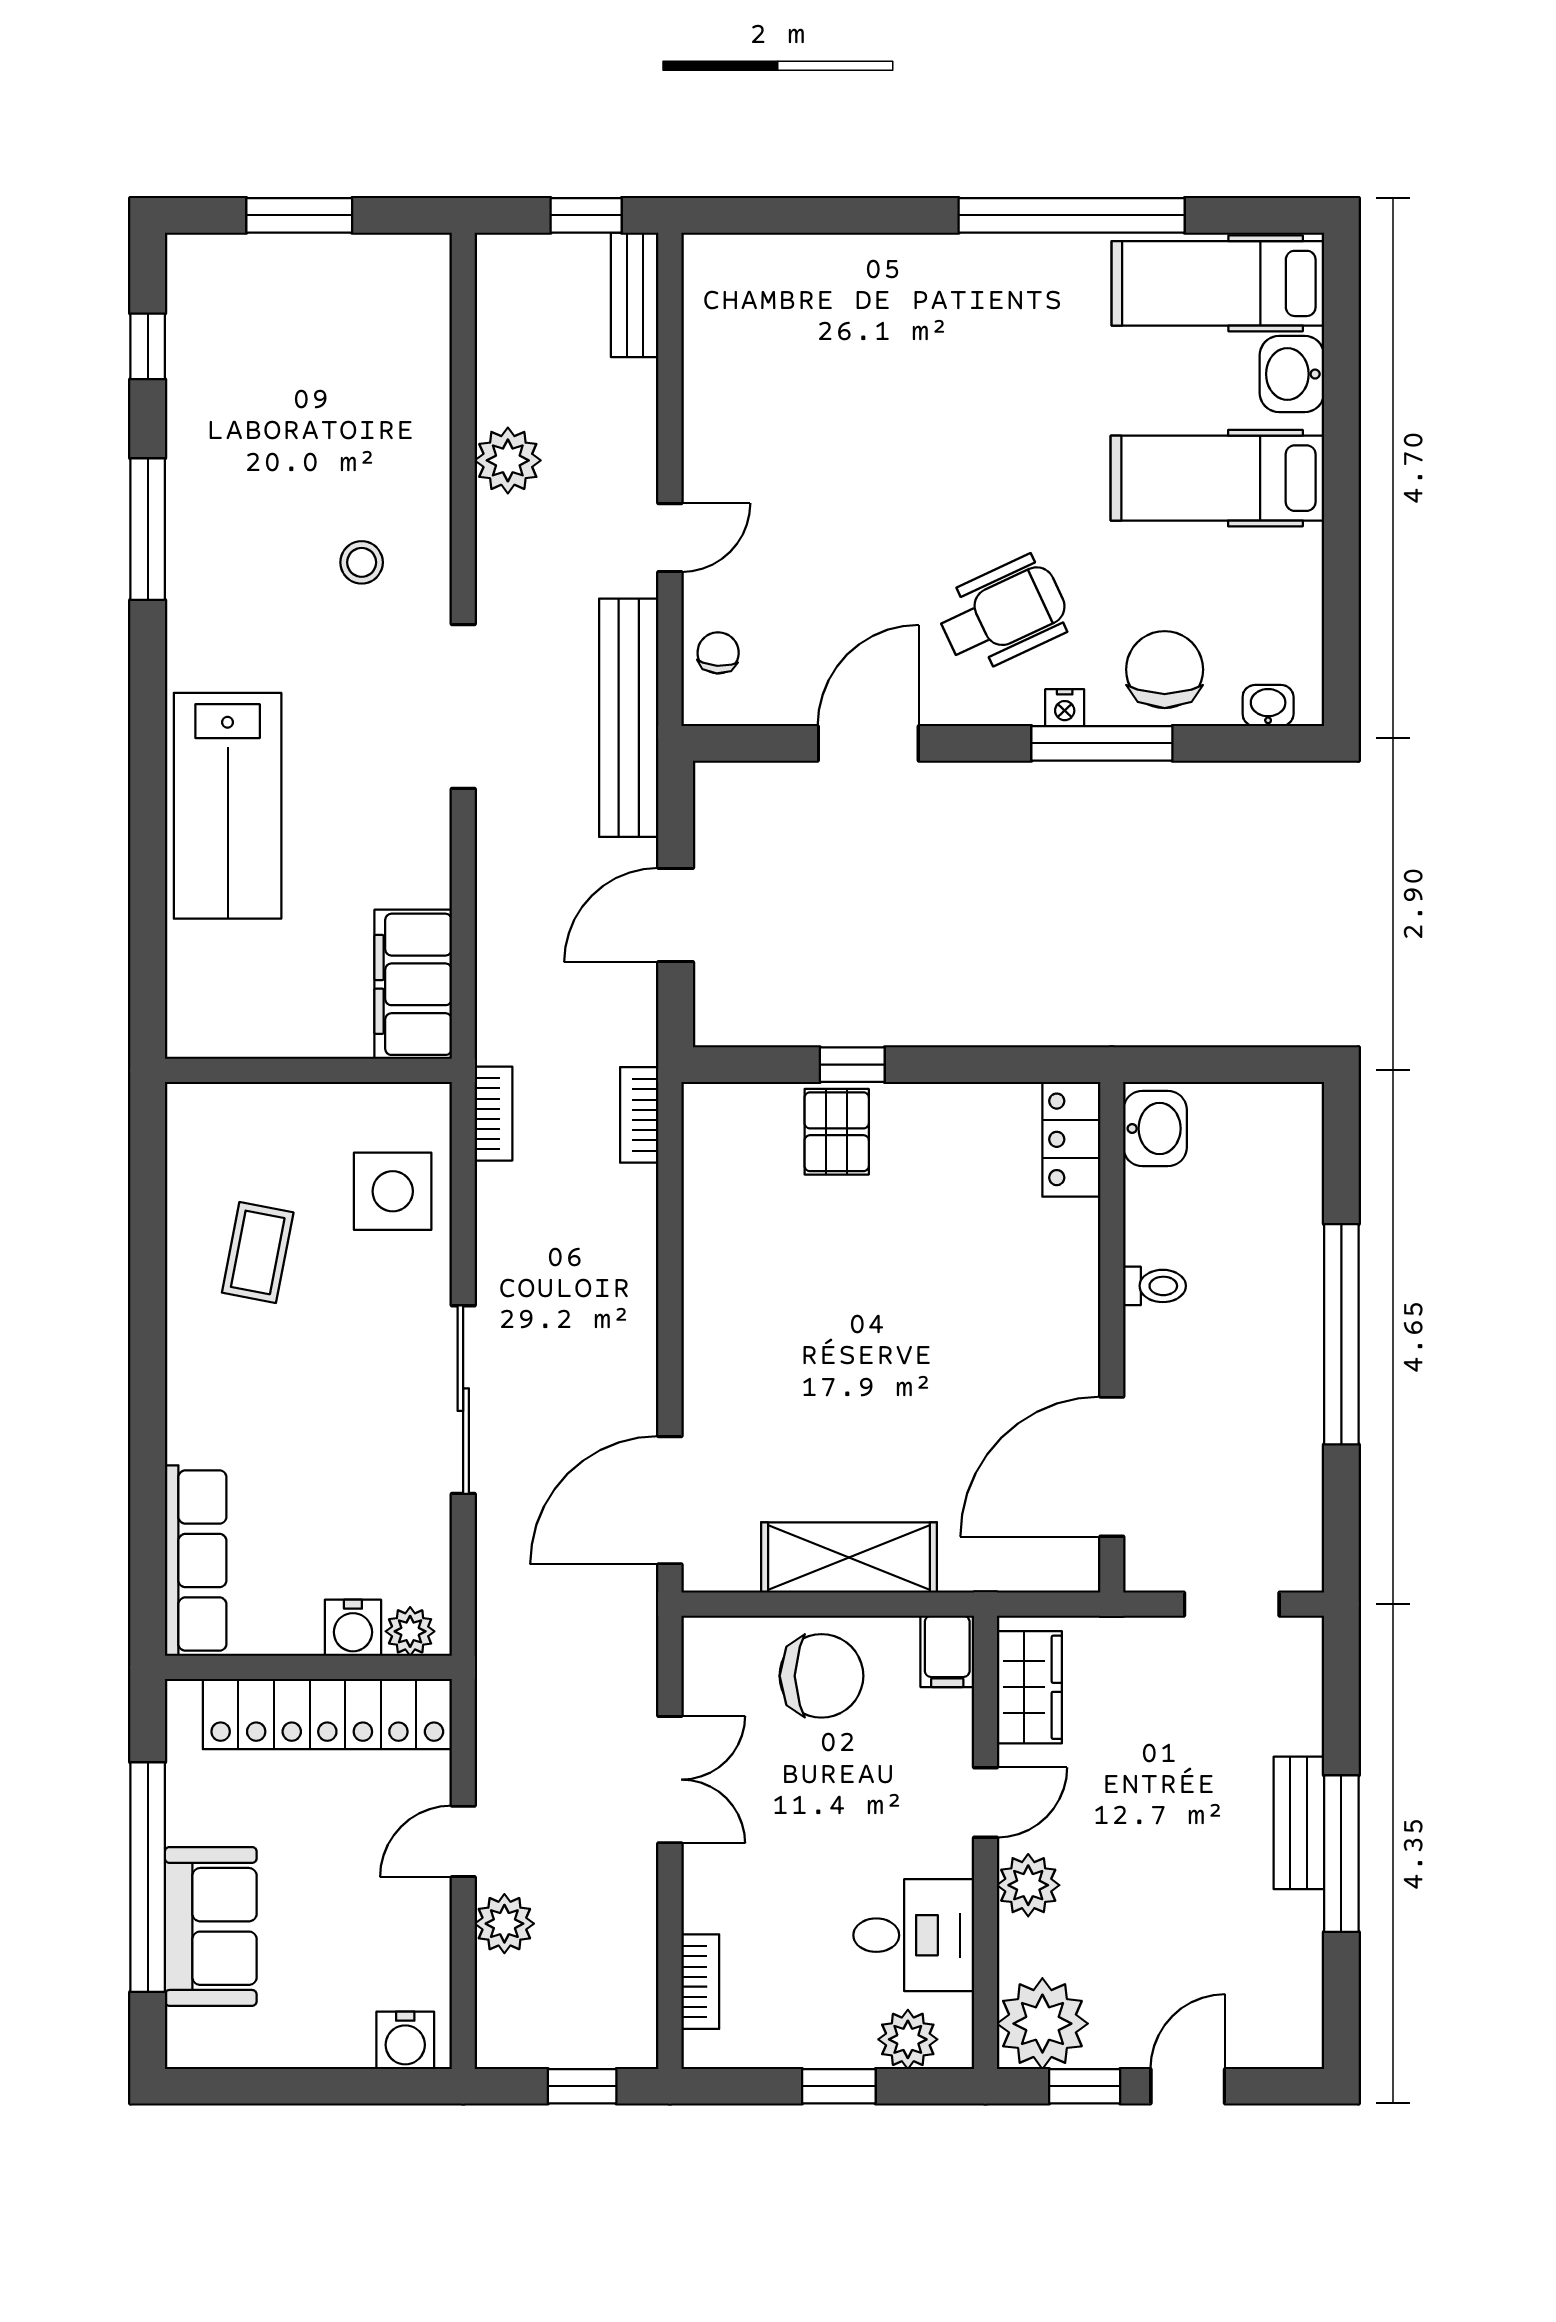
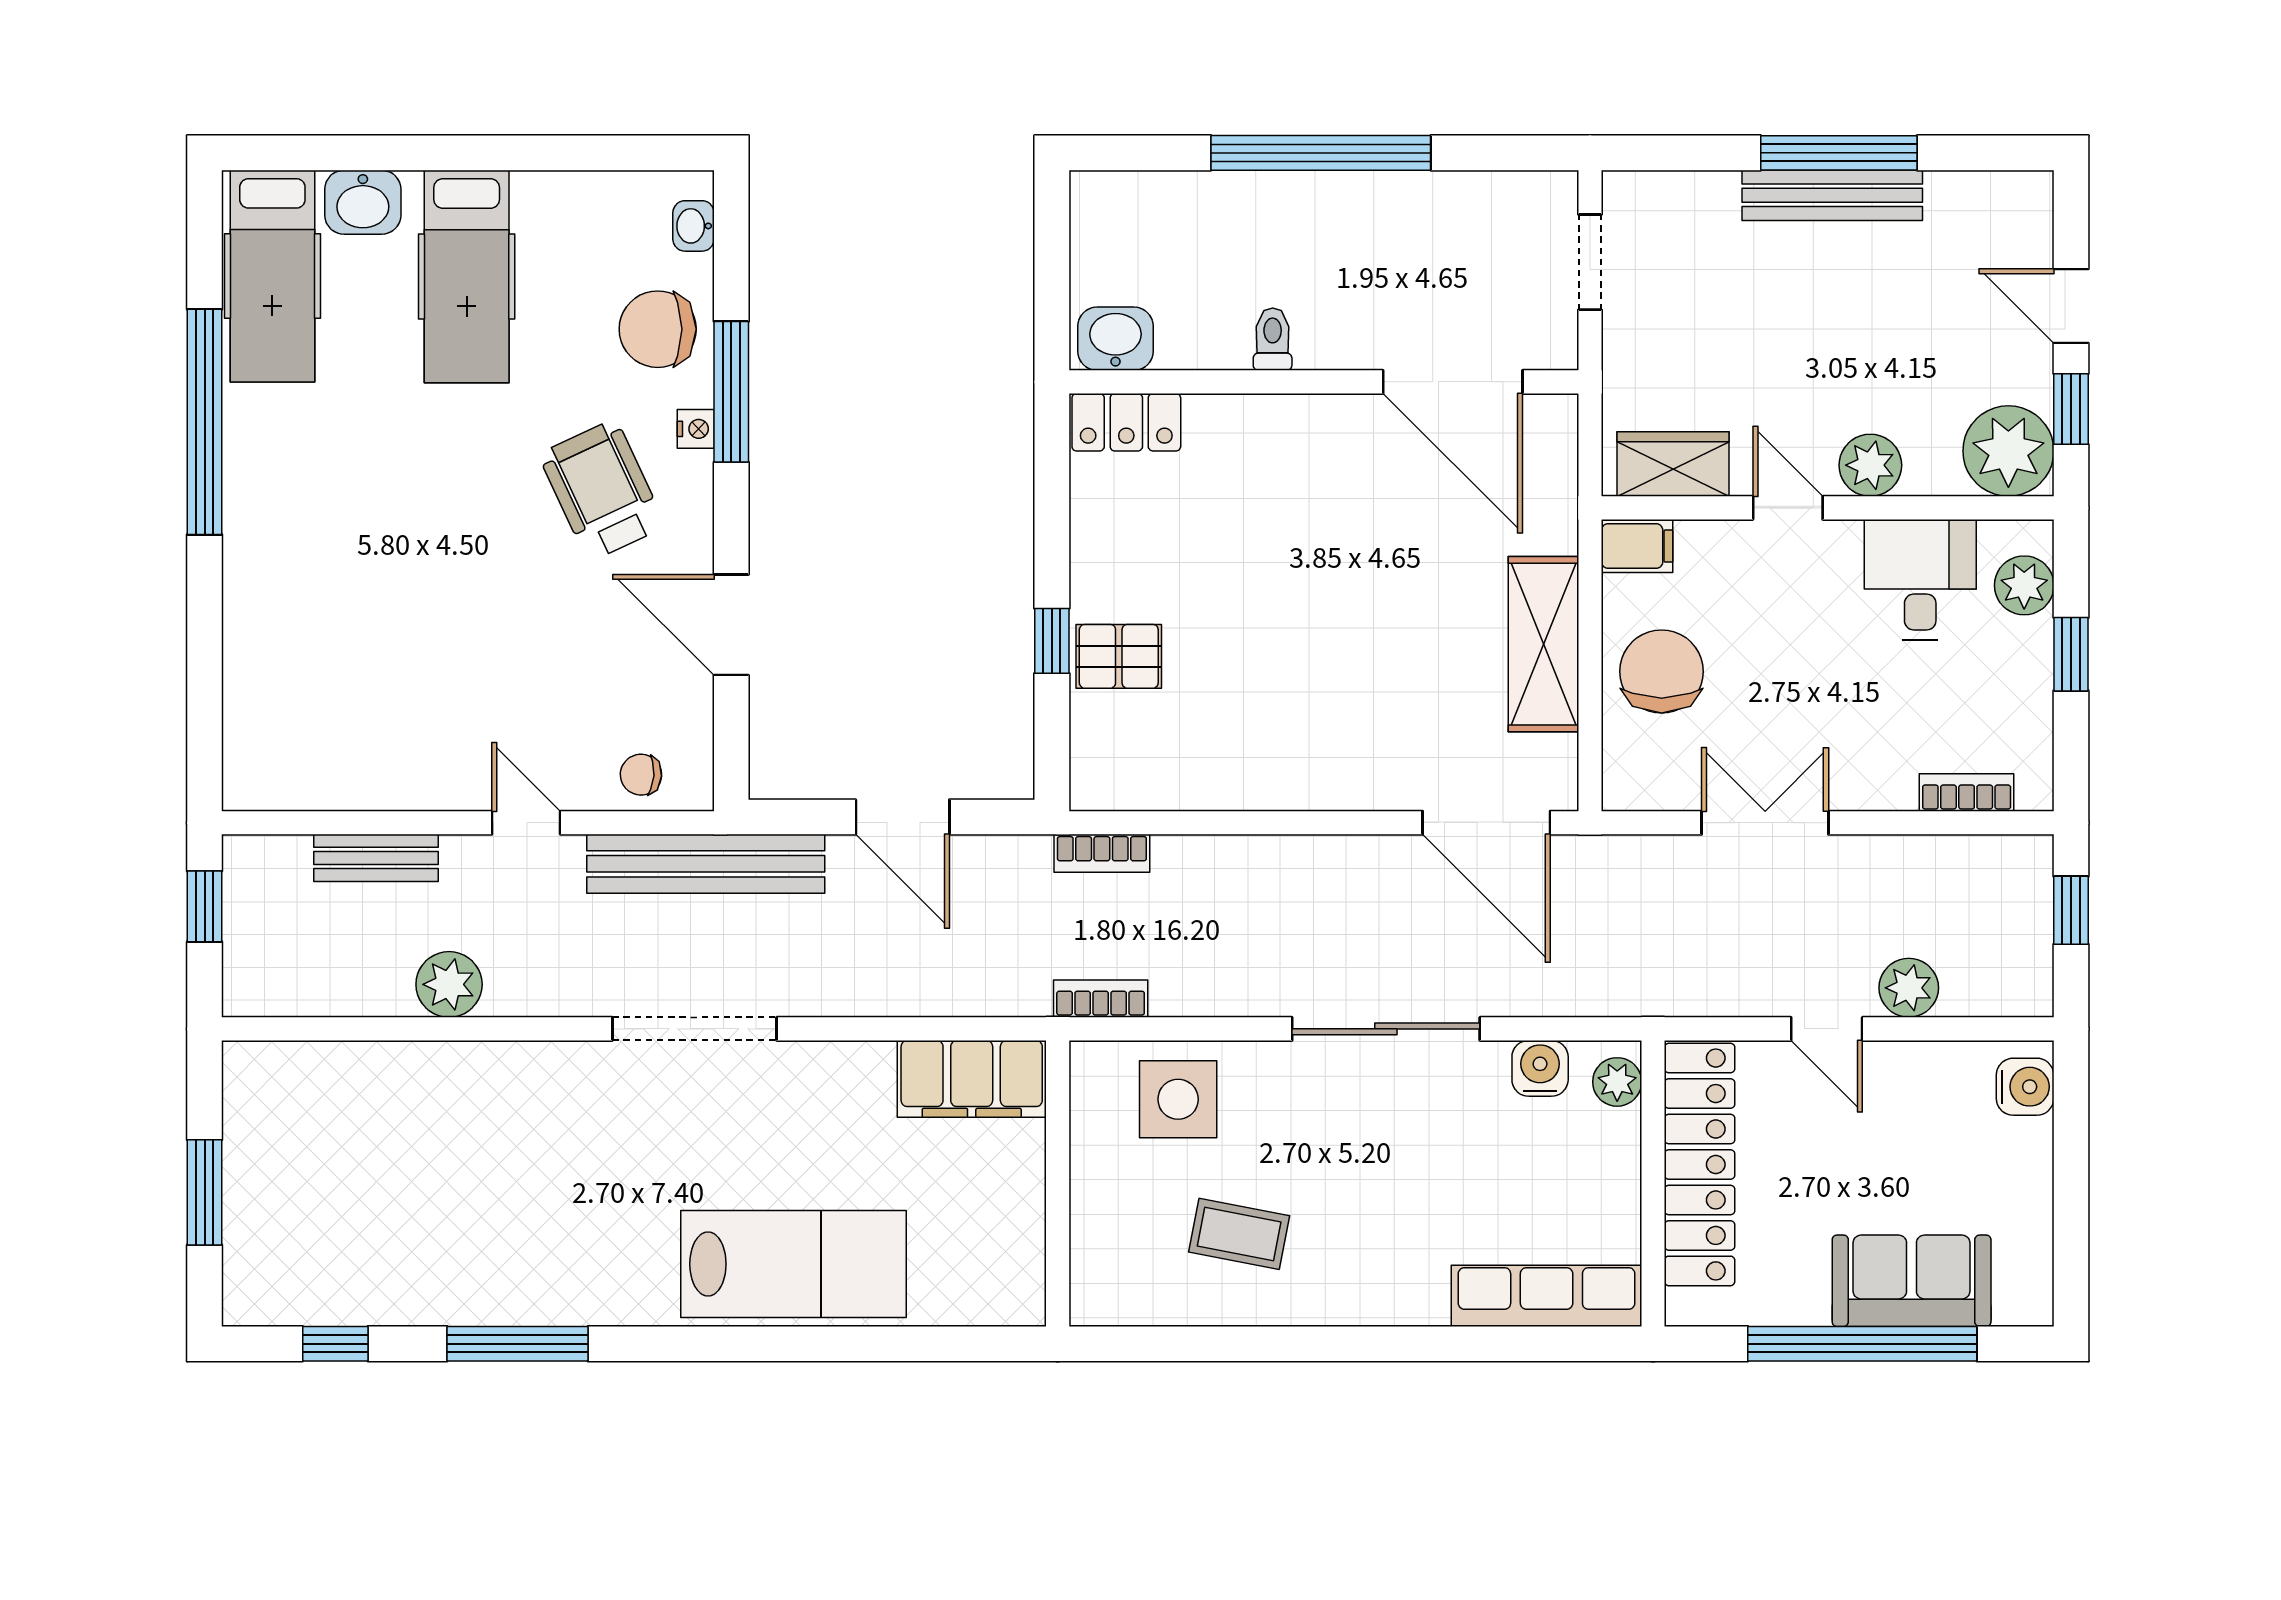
bench: (635, 295) -> (376, 858), moved
stool: (362, 562) -> (551, 1130), removed
water cooler: (353, 1628) -> (1540, 1068), moved, turned -90
bench: (1299, 1823) -> (1832, 195), width x1.36

